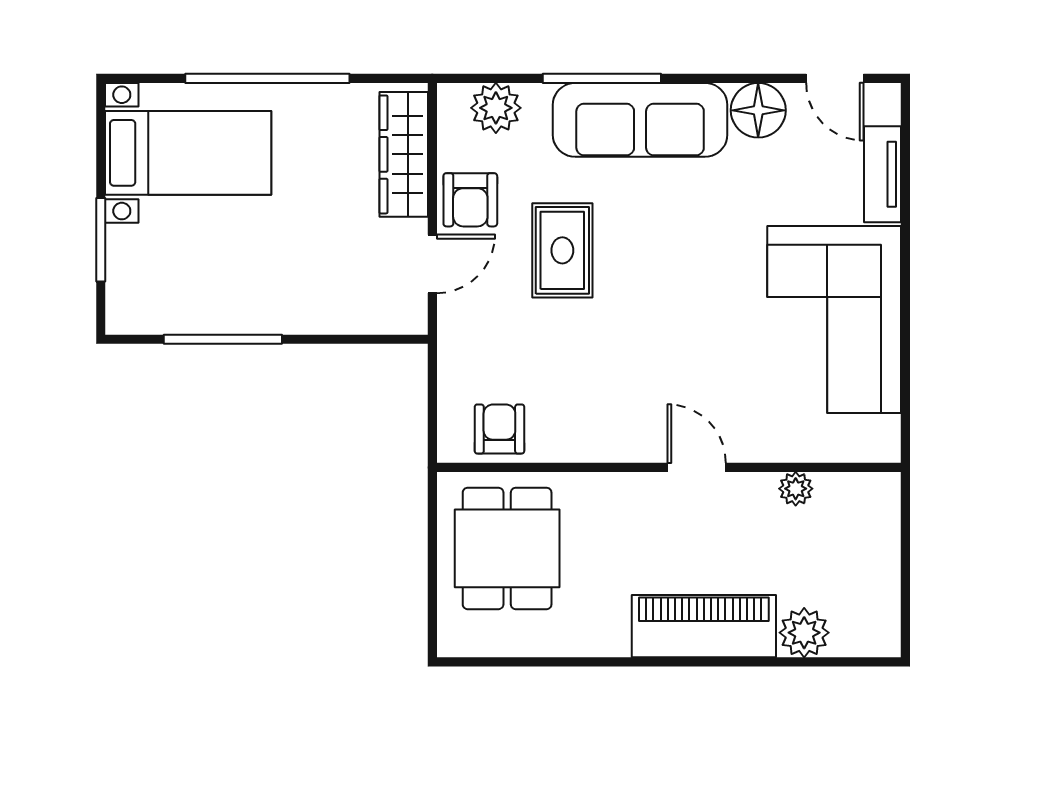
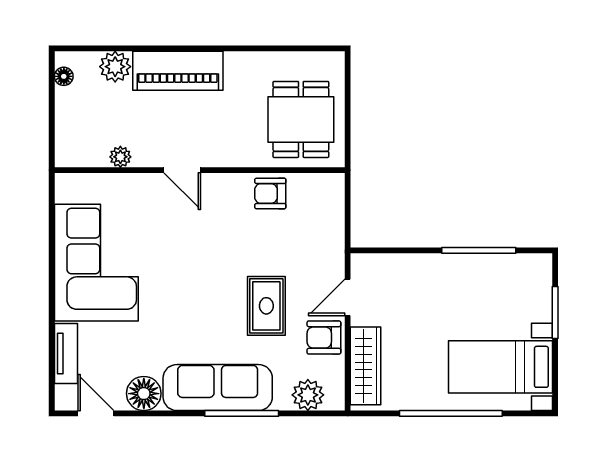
armchair: (470, 200) -> (324, 338), turned -90
armchair: (499, 429) -> (270, 194), moved, turned 90
floor lamp: (886, 617) -> (64, 76), added

